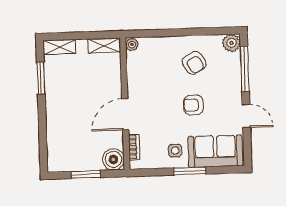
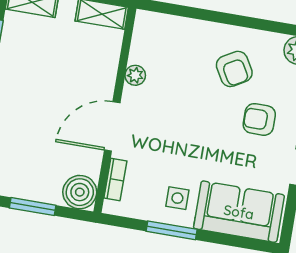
plant: (132, 45) -> (135, 75), moved
armchair: (193, 105) -> (259, 119), moved
window: (190, 171) -> (172, 230), moved

